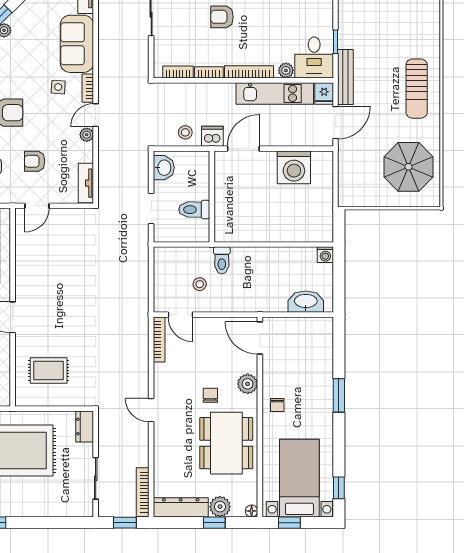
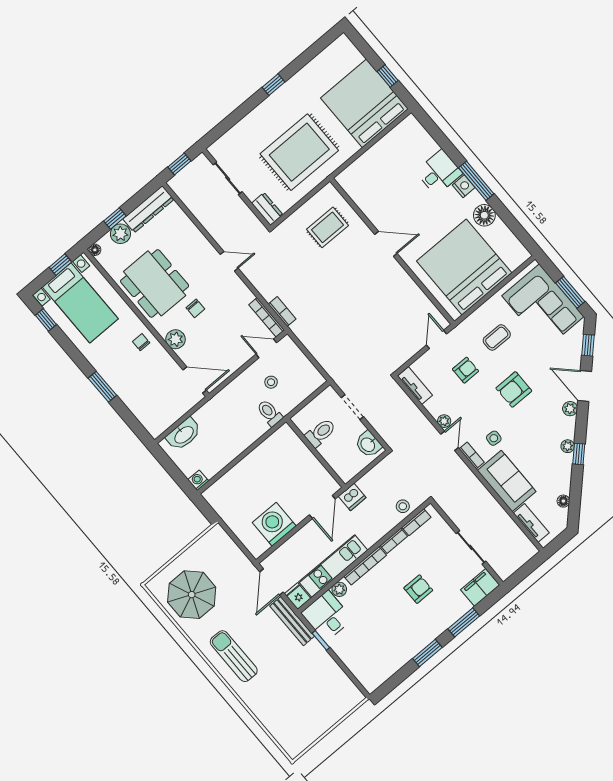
stool: (185, 132) -> (403, 506), moved
bookcase: (143, 492) -> (282, 312), moved, width x0.64

